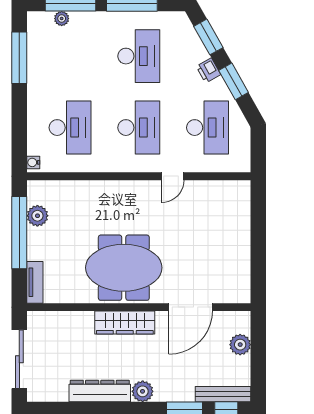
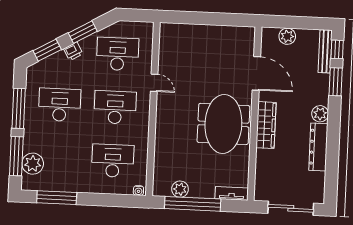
plant: (62, 19) -> (33, 164), width x1.88, depth x1.88

